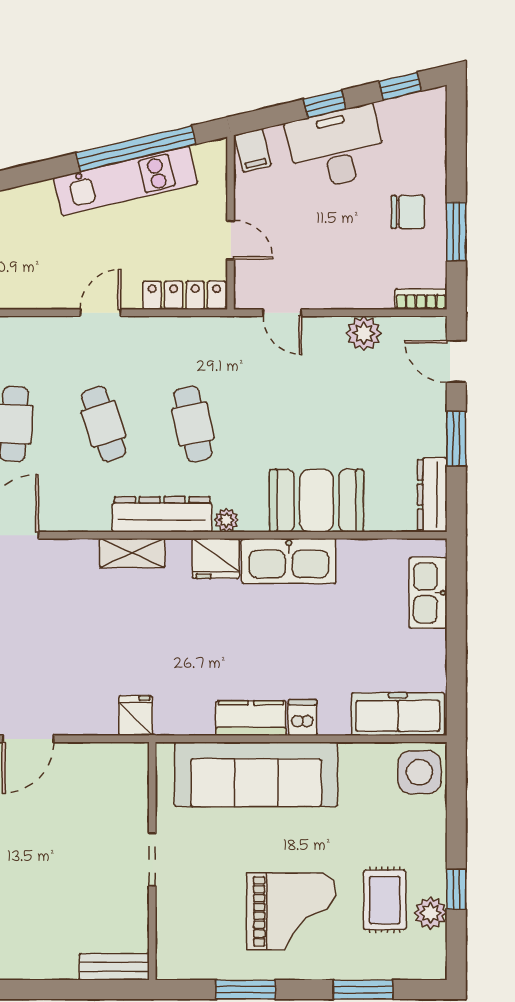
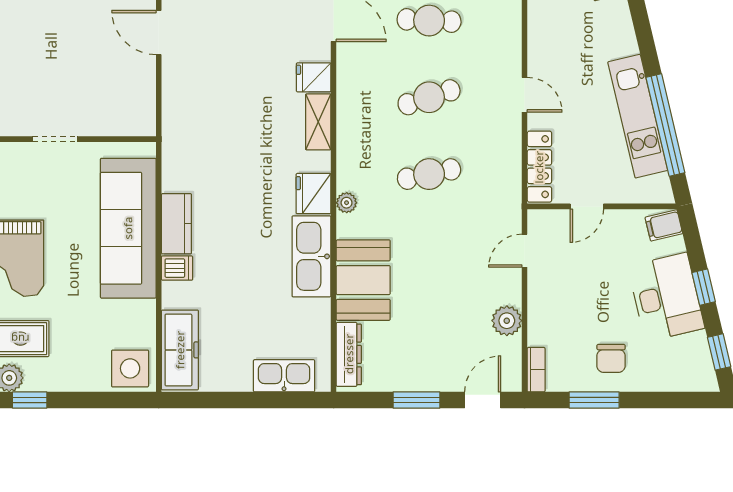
dresser: (432, 495) -> (349, 354), moved, turned 90
dresser: (162, 514) -> (351, 148), removed
fridge: (136, 716) -> (314, 77), moved, turned 180

